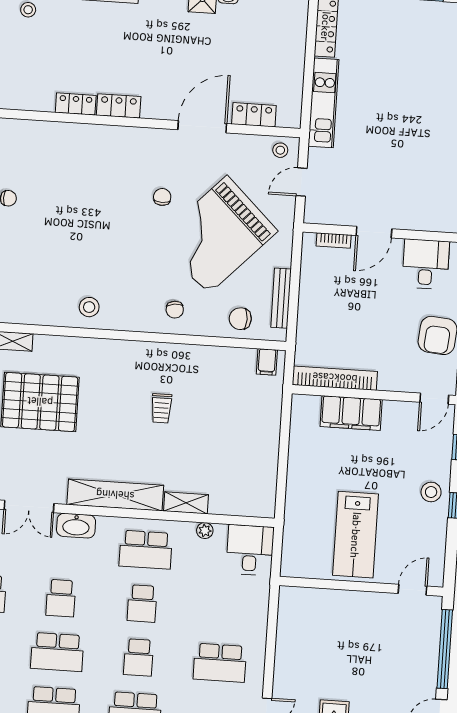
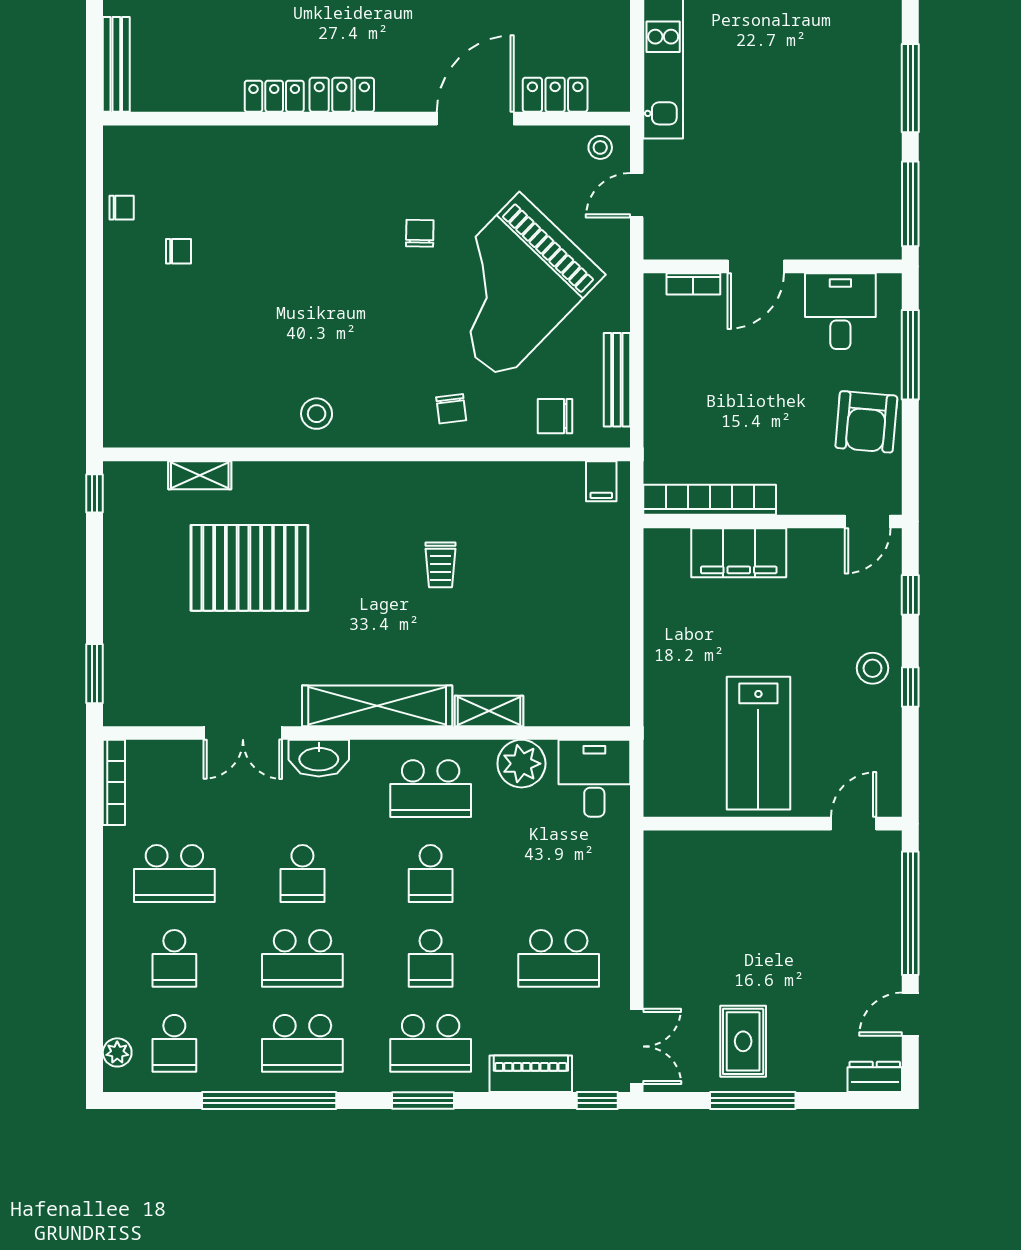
plant: (205, 531) -> (521, 764), width x1.88, depth x1.88

